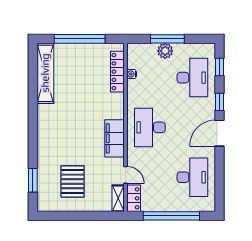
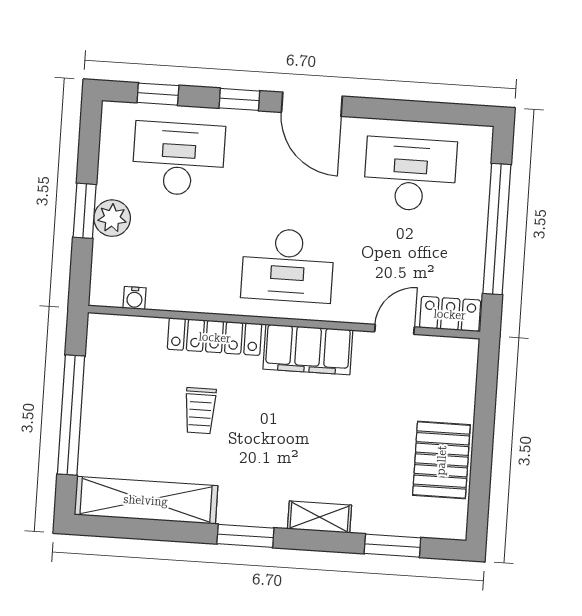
window: (167, 39) -> (85, 211), width x0.69
locker: (117, 72) -> (215, 337), moved
water cooler: (132, 74) -> (135, 298), moved
trolley: (85, 94) -> (200, 411), added
window: (33, 117) -> (245, 536), added
pallet: (73, 181) -> (441, 460), moved, turned 90
shelving: (118, 198) -> (320, 517), moved

